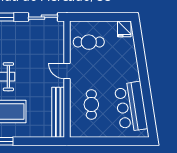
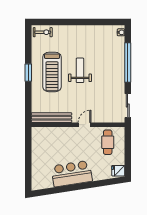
cafe table: (91, 104) -> (58, 144), removed
bar counter: (131, 107) -> (72, 174), moved

